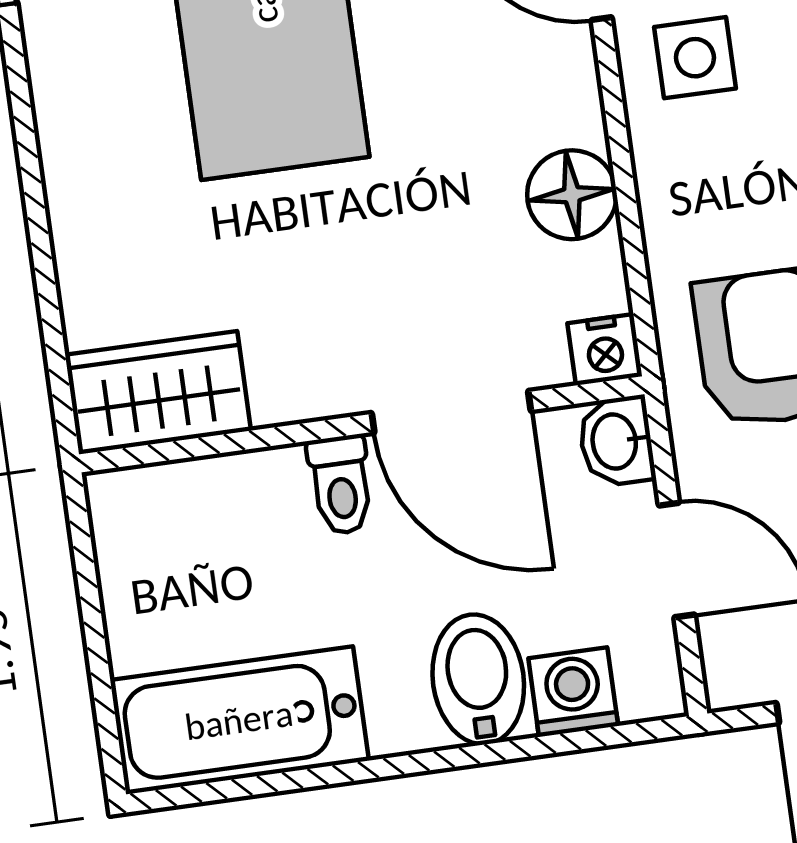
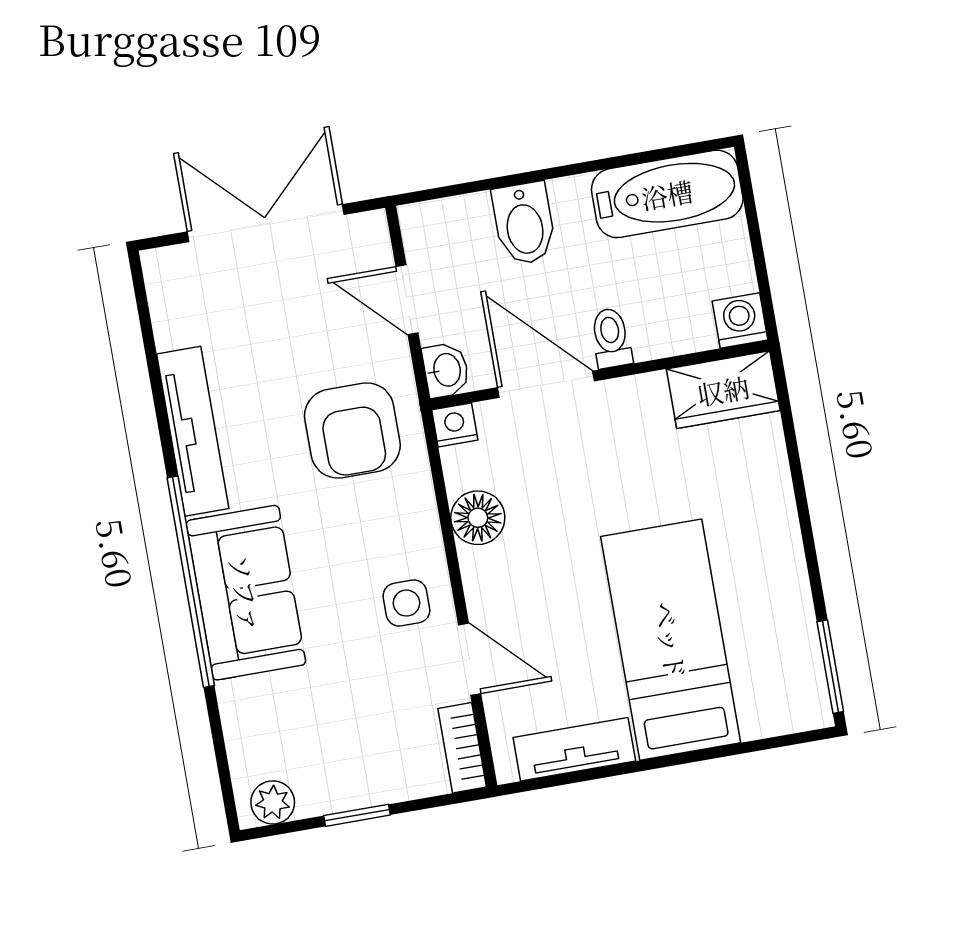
washing machine: (573, 692) -> (740, 320), moved, turned 180

